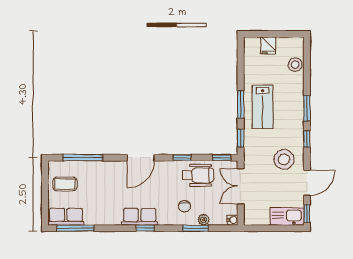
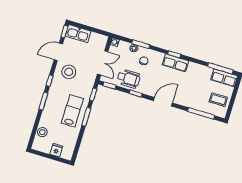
wheelchair: (198, 175) -> (129, 79), turned 180

